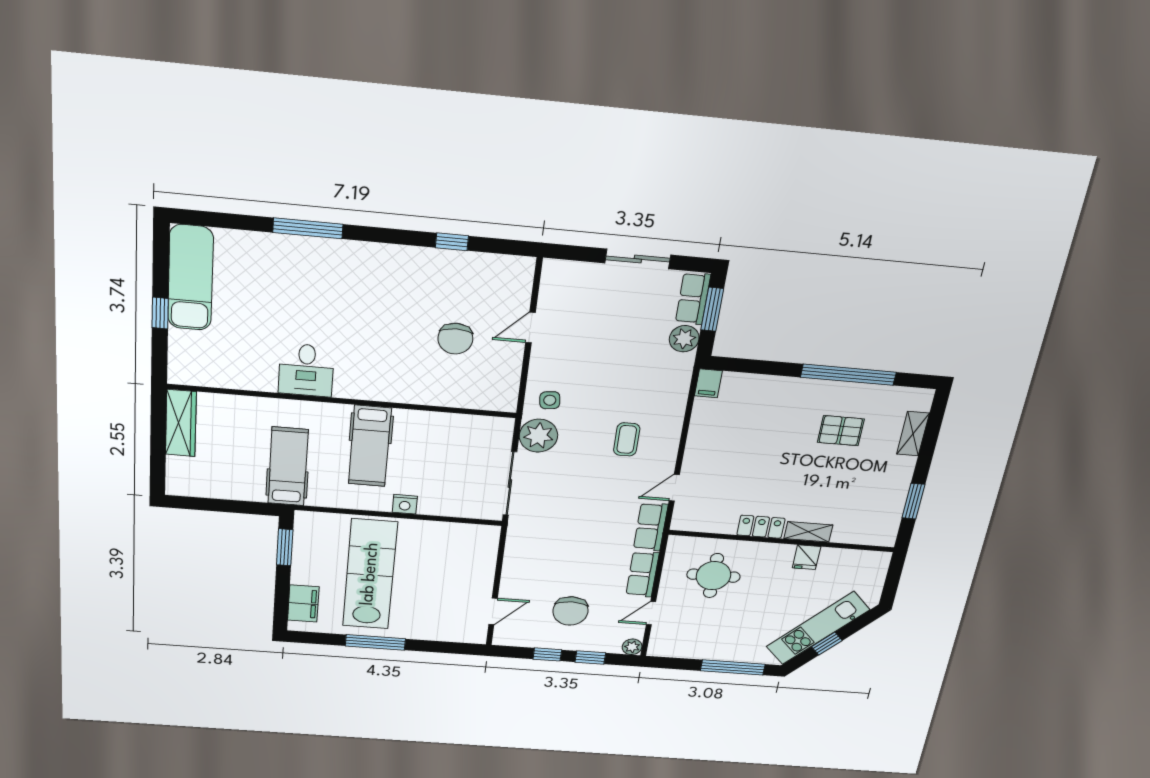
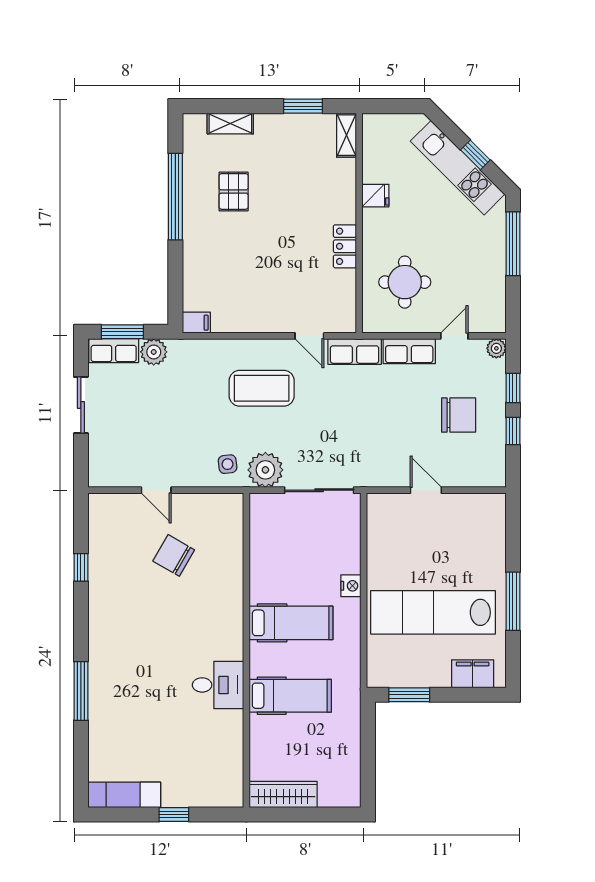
exam couch: (190, 278) -> (124, 795), width x0.73, depth x0.69
chair: (455, 339) -> (174, 555), turned -150
coffee table: (627, 439) -> (262, 388), width x1.86, depth x1.72
hospital bed: (288, 466) -> (290, 696), moved, turned 180
shelving: (808, 532) -> (346, 135), moved
door: (493, 611) -> (426, 490), moved
door: (651, 613) -> (454, 336), swing flipped

